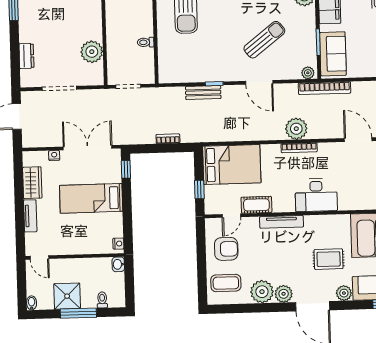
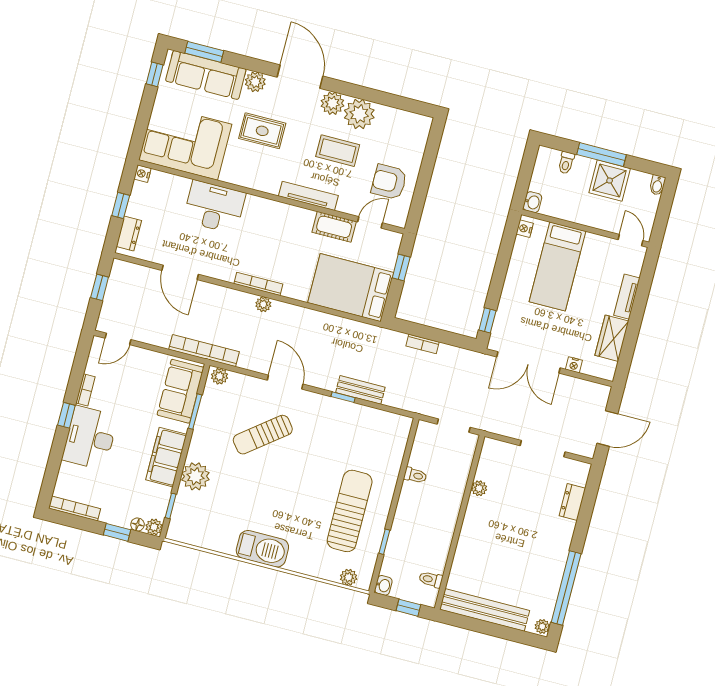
plant: (92, 52) -> (479, 488), width x0.53, depth x0.53
plant: (296, 129) -> (263, 304), width x0.53, depth x0.53
desk: (316, 195) -> (214, 207), moved
bed: (91, 198) -> (557, 266), moved, turned 90
coffee table: (226, 283) -> (338, 151), moved

